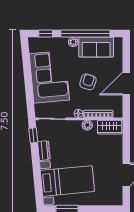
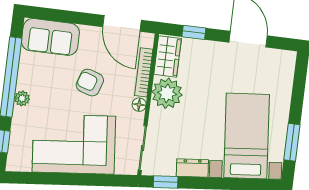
sofa: (96, 47) -> (50, 37), moved, turned 90
door: (126, 84) -> (122, 23), moved
plant: (87, 125) -> (167, 93), width x1.88, depth x1.88
window: (126, 141) -> (194, 32), added

